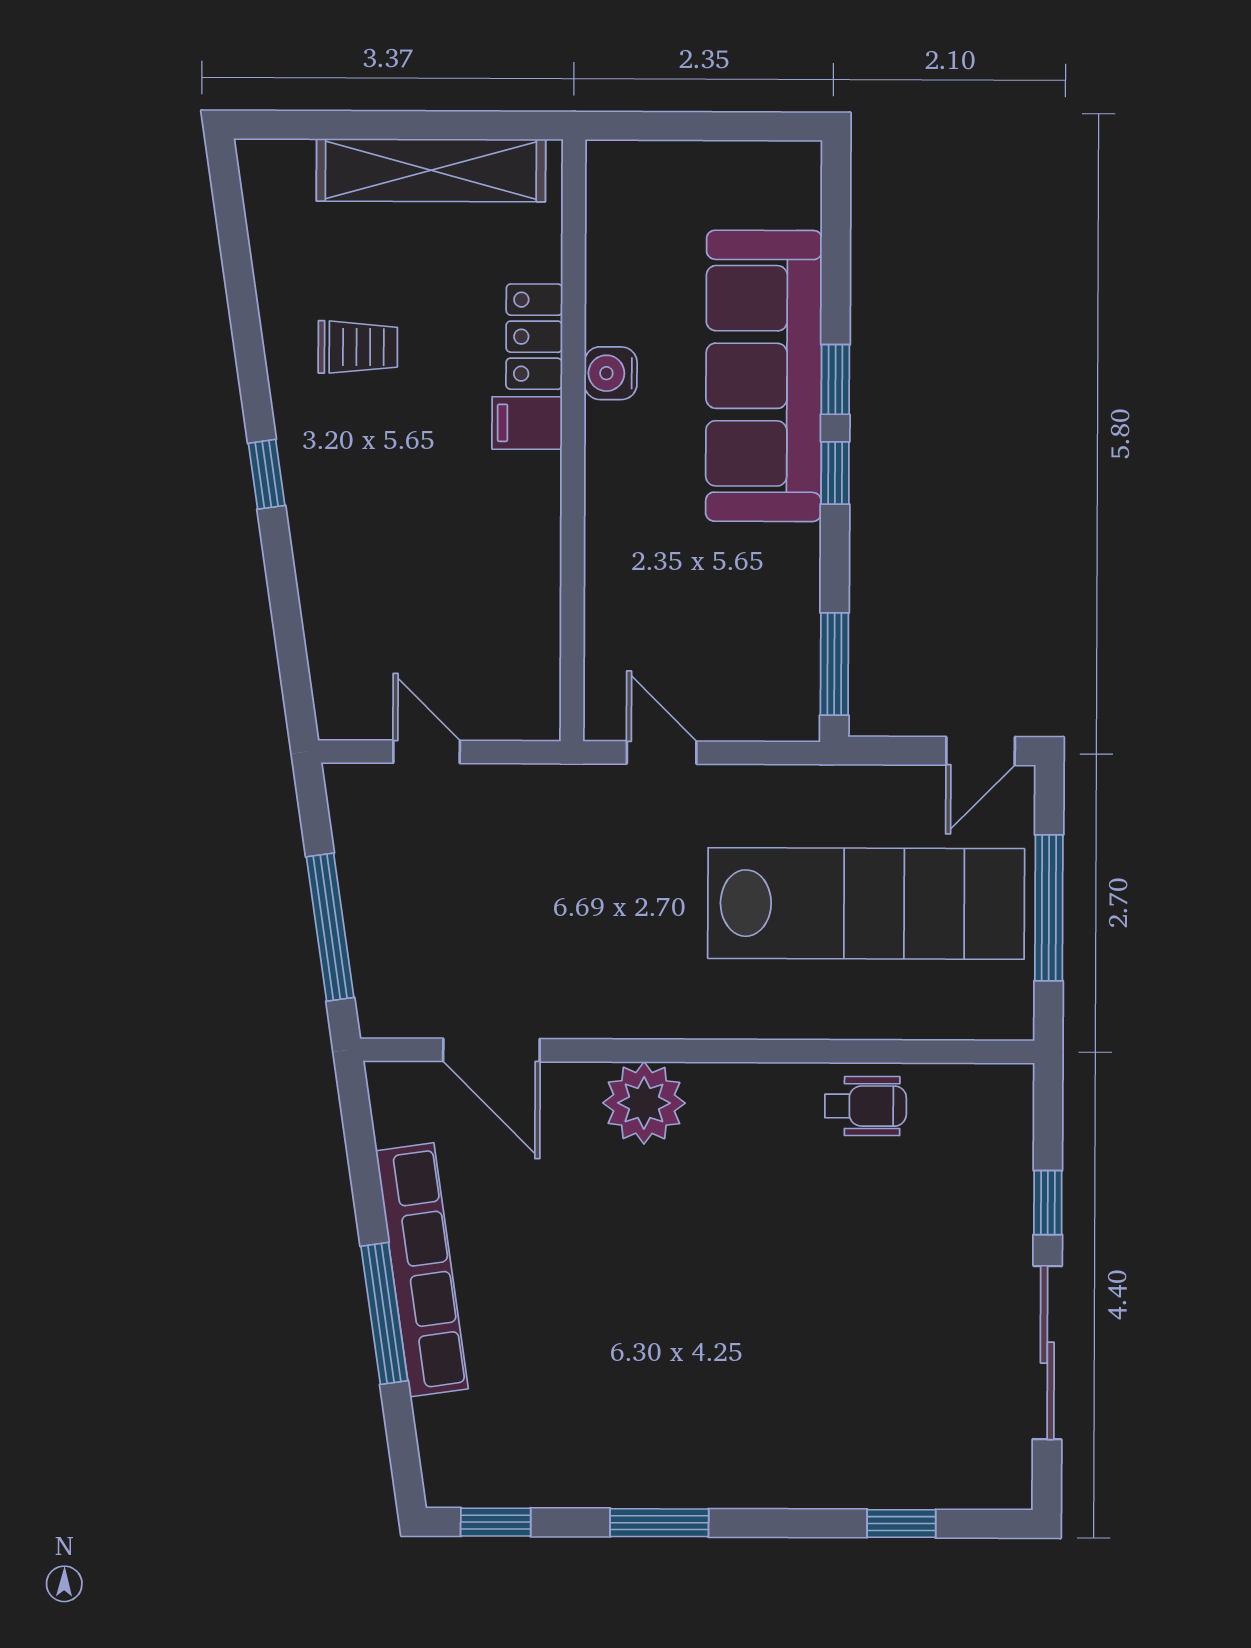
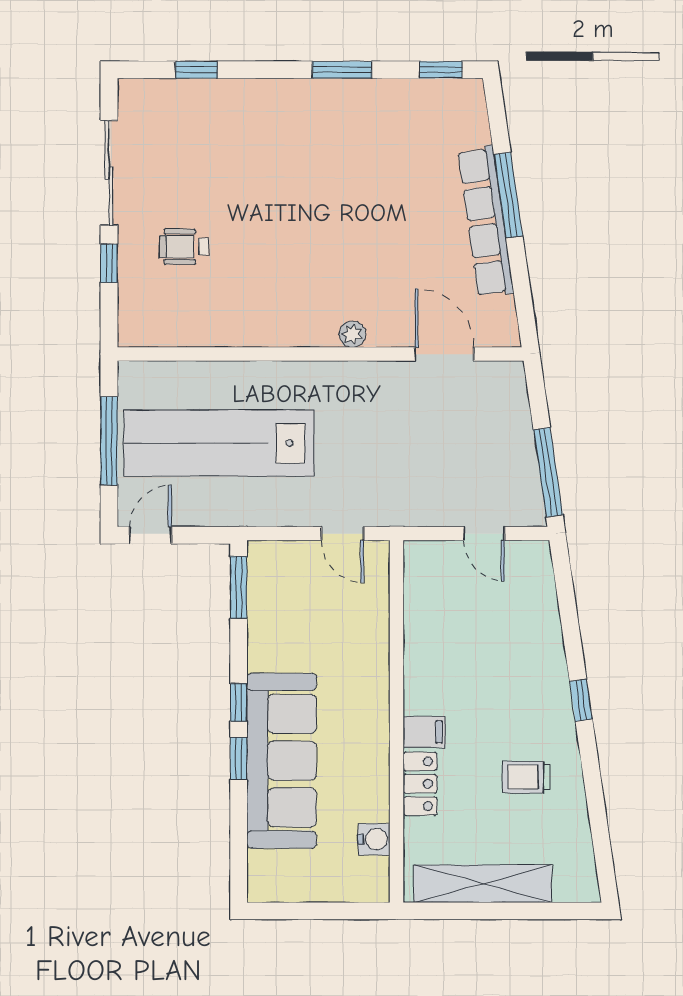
water cooler: (611, 373) -> (374, 839), moved
window: (330, 927) -> (548, 472), moved
plant: (644, 1103) -> (352, 334), width x0.53, depth x0.53
wheelchair: (866, 1106) -> (184, 247), moved

